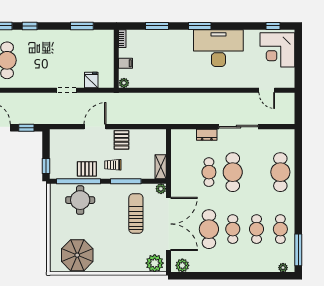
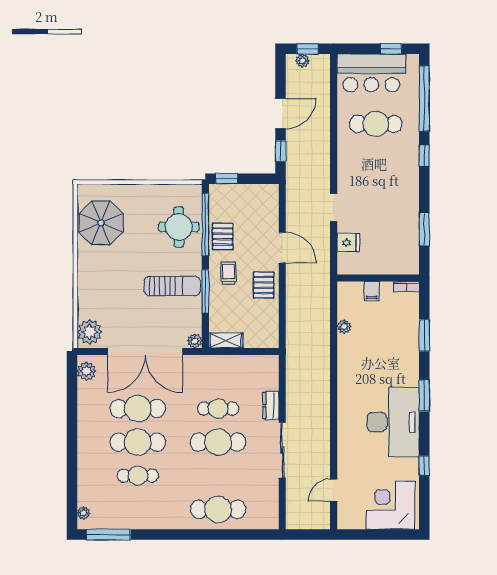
window: (273, 26) -> (424, 466), moved
plant: (124, 83) -> (344, 327), moved
pallet: (121, 140) -> (264, 285), turned 90
sun lounger: (136, 214) -> (172, 286), moved
cafe table: (233, 229) -> (138, 442), width x1.37, depth x1.35
cafe table: (280, 229) -> (138, 509), removed

